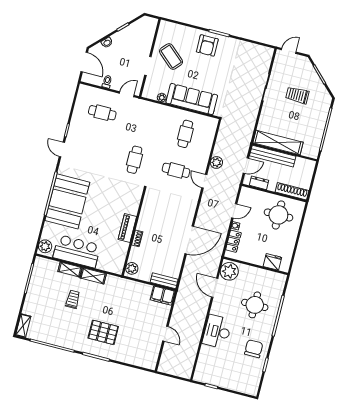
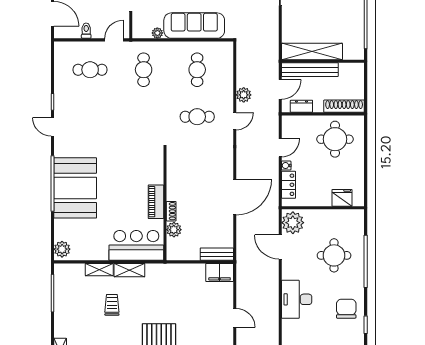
cafe table: (135, 160) -> (144, 70), moved
door: (204, 181) -> (235, 121), swing flipped
bar counter: (77, 251) -> (136, 245), moved
plant: (132, 268) -> (174, 230), moved

